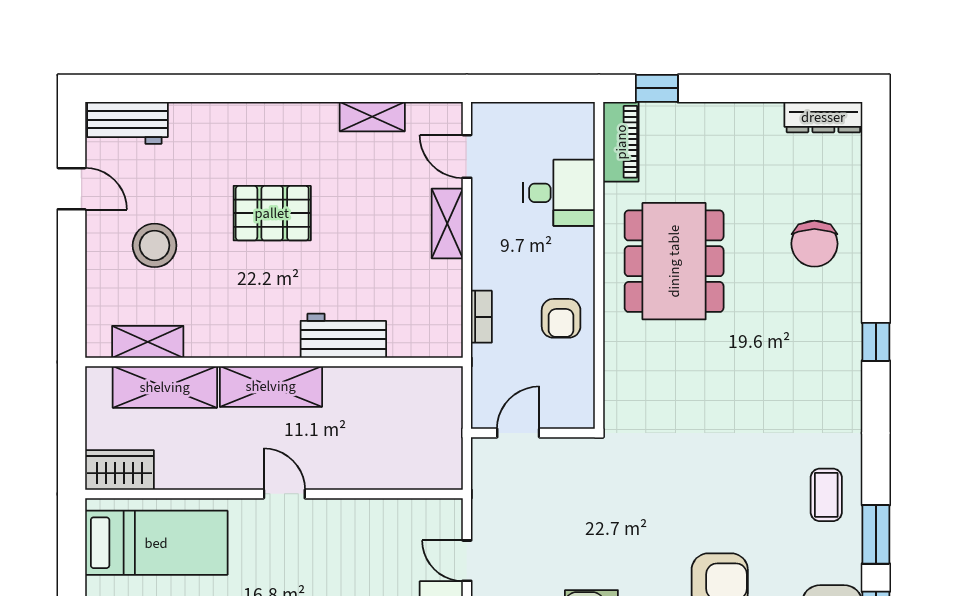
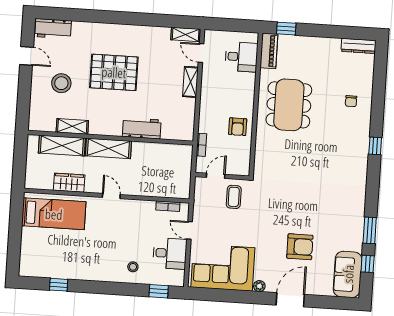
shelving: (372, 117) -> (186, 34), moved
desk: (559, 193) -> (241, 57), moved
pallet: (272, 213) -> (114, 72), width x1.37, depth x1.41
chair: (814, 244) -> (351, 101), width x0.54, depth x0.54
bookcase: (481, 317) -> (201, 145), moved
shelving: (148, 342) -> (72, 126), moved
wardrobe: (119, 470) -> (69, 183), moved
coffee table: (826, 495) -> (234, 197), moved
bookcase: (414, 509) -> (168, 206), added

